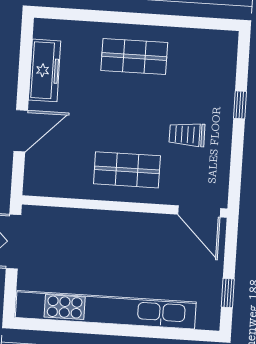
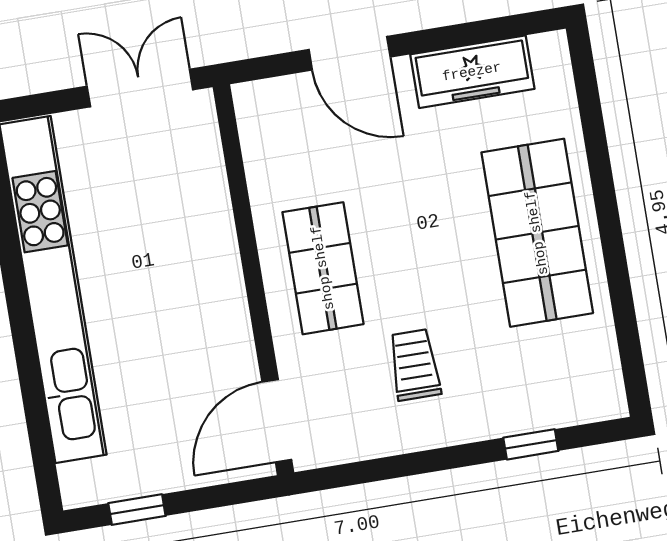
shop shelf: (134, 57) -> (537, 233), width x1.43, depth x1.36
window: (240, 105) -> (531, 444), moved

